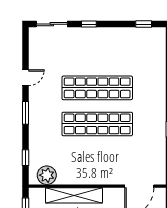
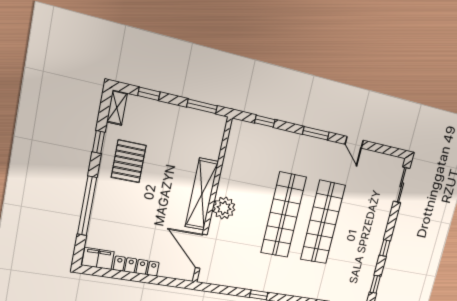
window: (89, 24) -> (385, 248), moved
plant: (47, 175) -> (224, 208), moved
shelving: (74, 195) -> (202, 194), moved

